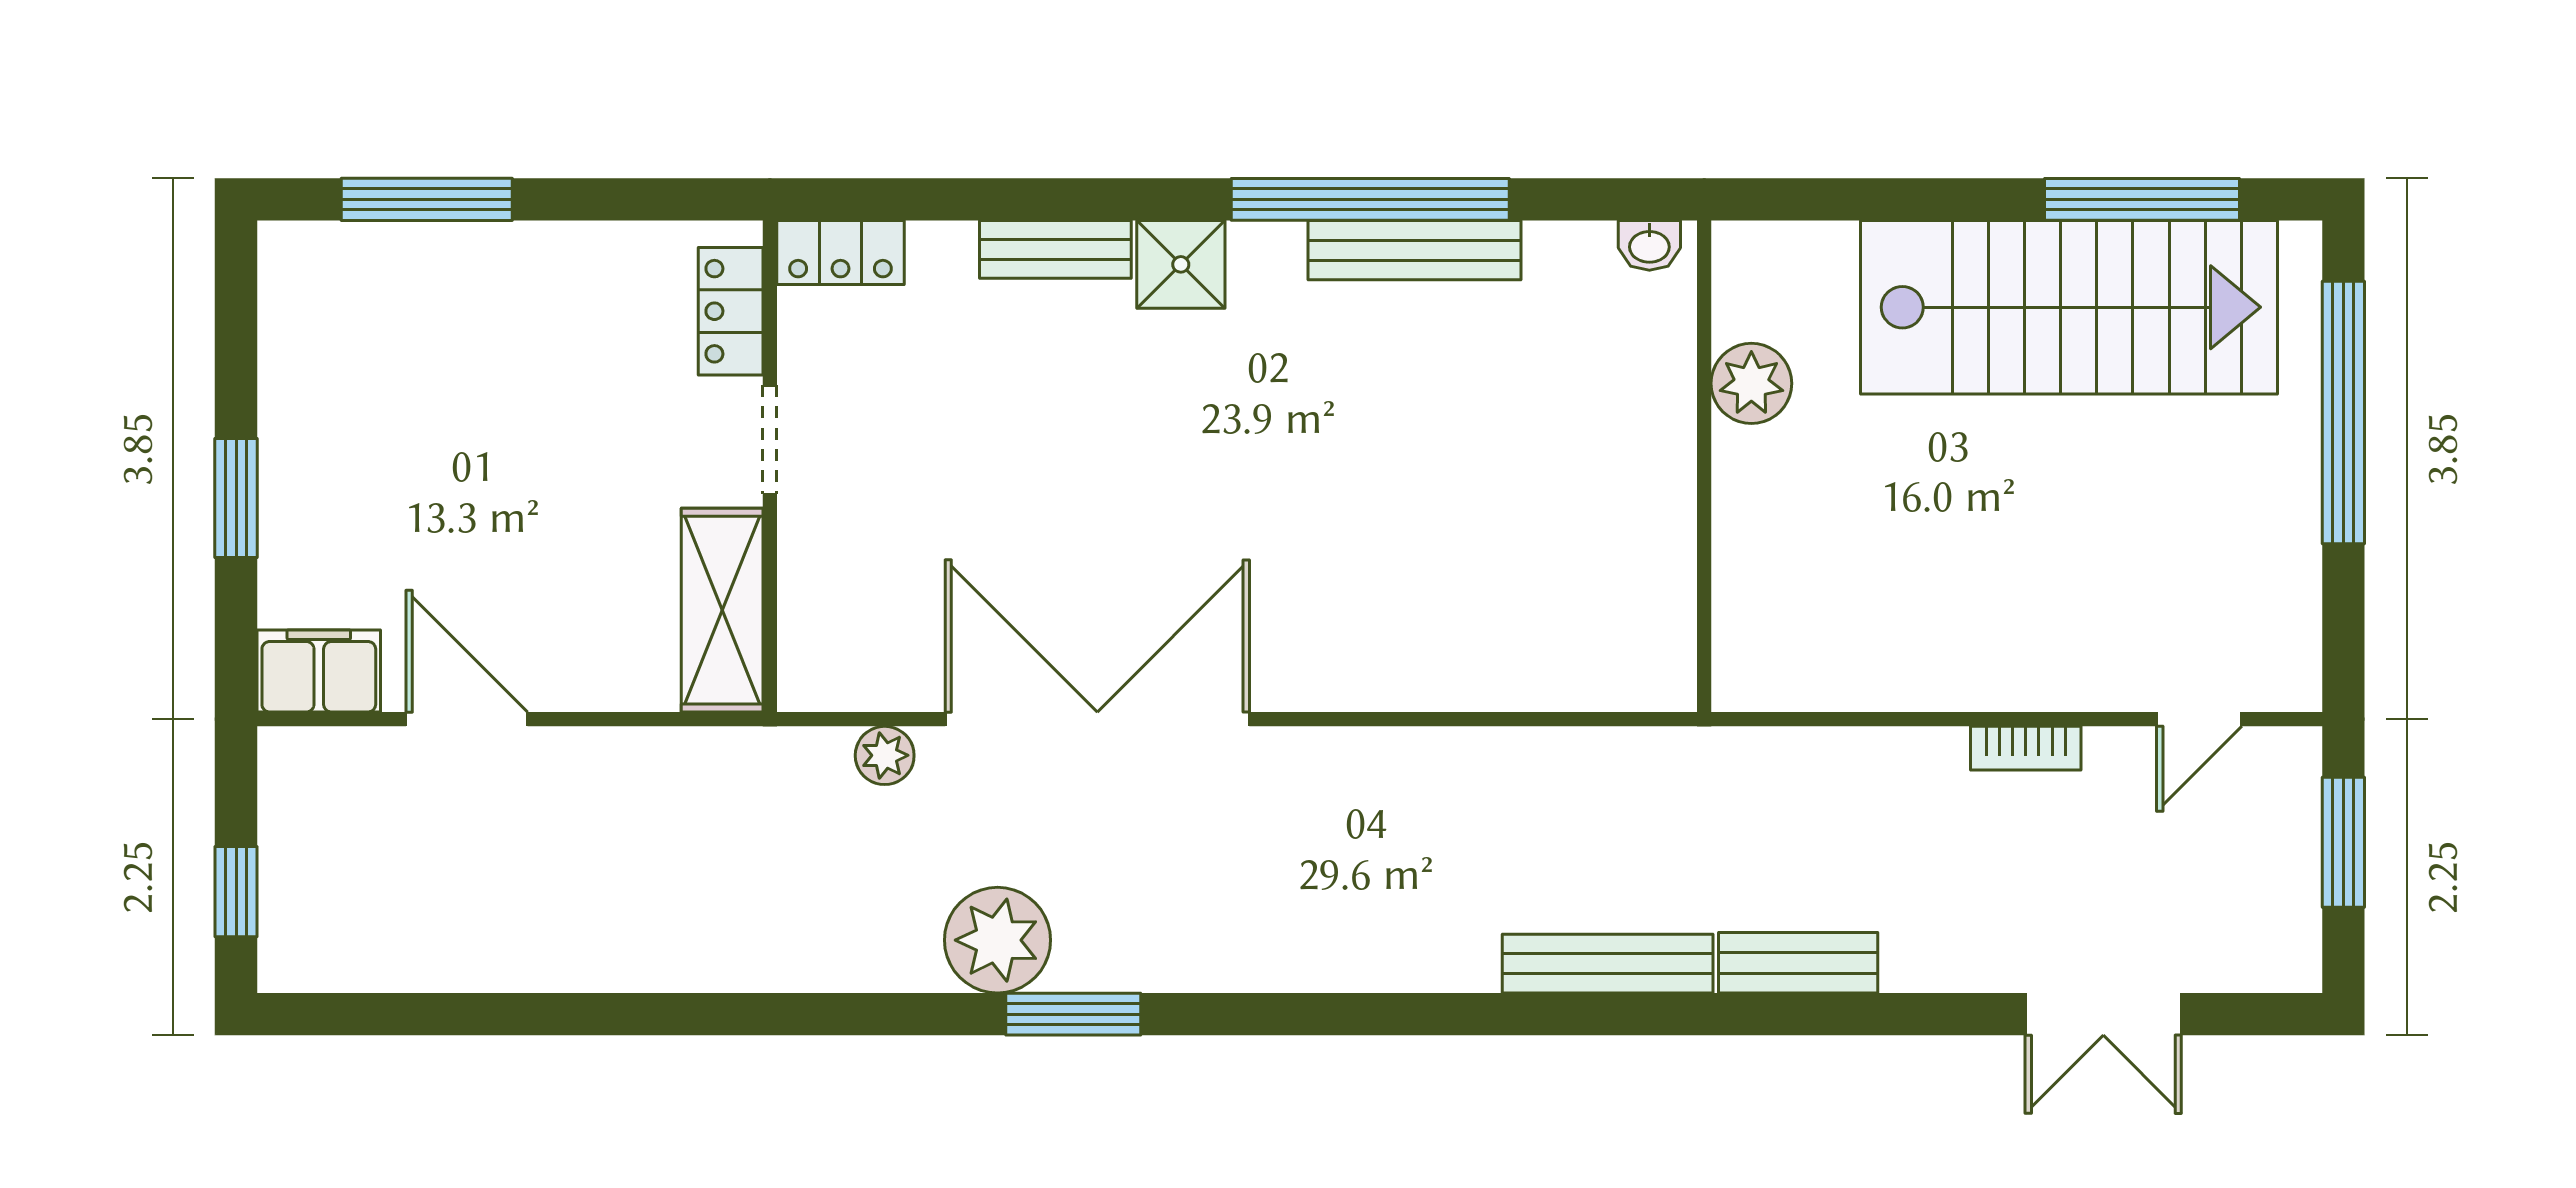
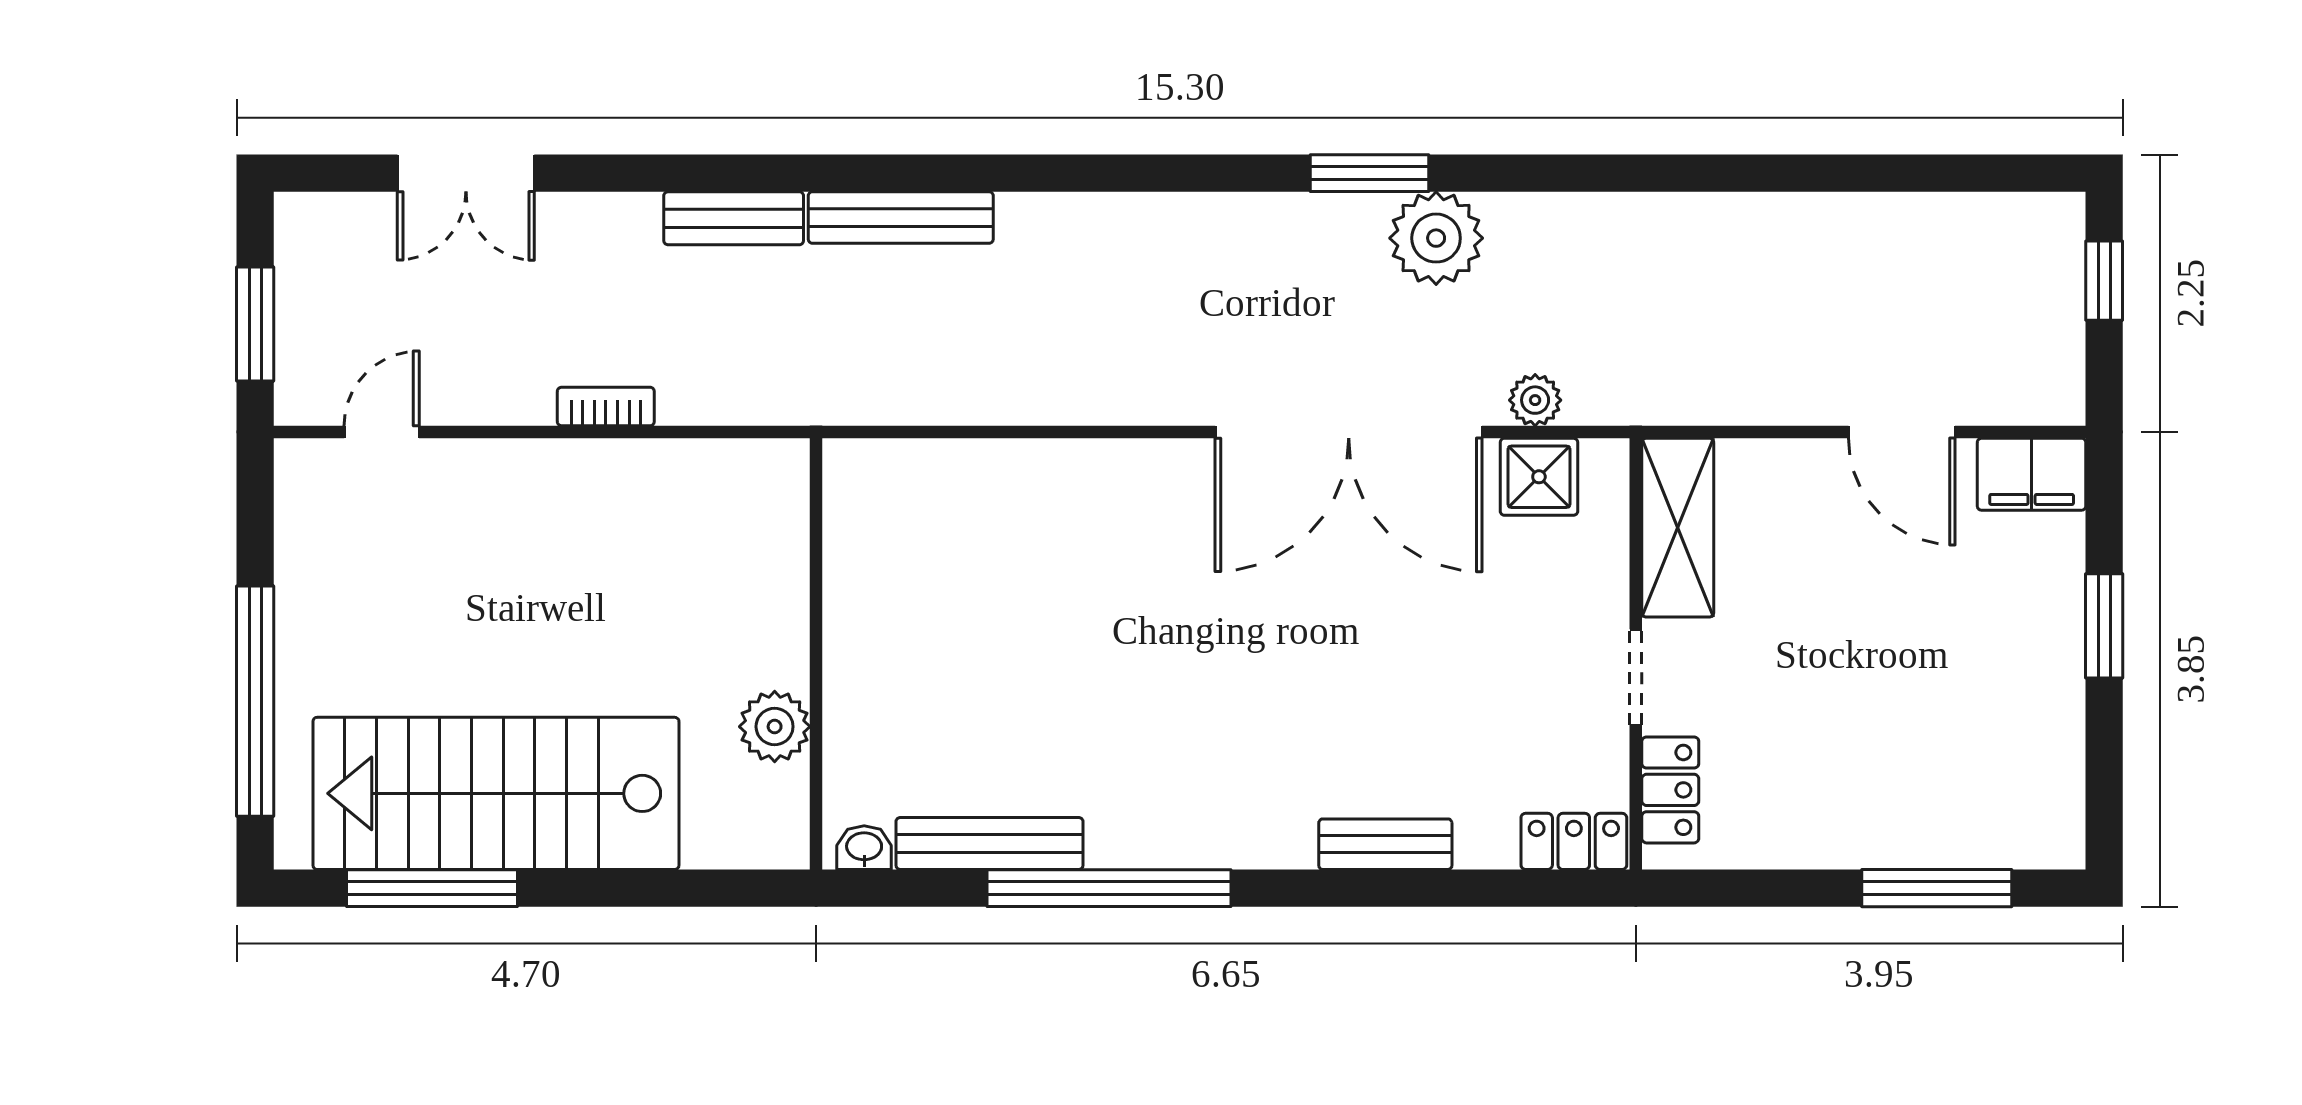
bench: (1415, 250) -> (990, 843), moved
shower: (1181, 264) -> (1539, 477), moved
bookcase: (2026, 748) -> (606, 406), moved
double door: (2103, 1014) -> (466, 173), swing flipped

